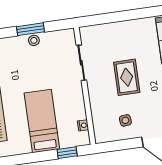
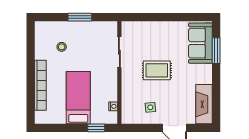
stool: (34, 40) -> (62, 47), moved
rug: (127, 77) -> (157, 70), turned 90

